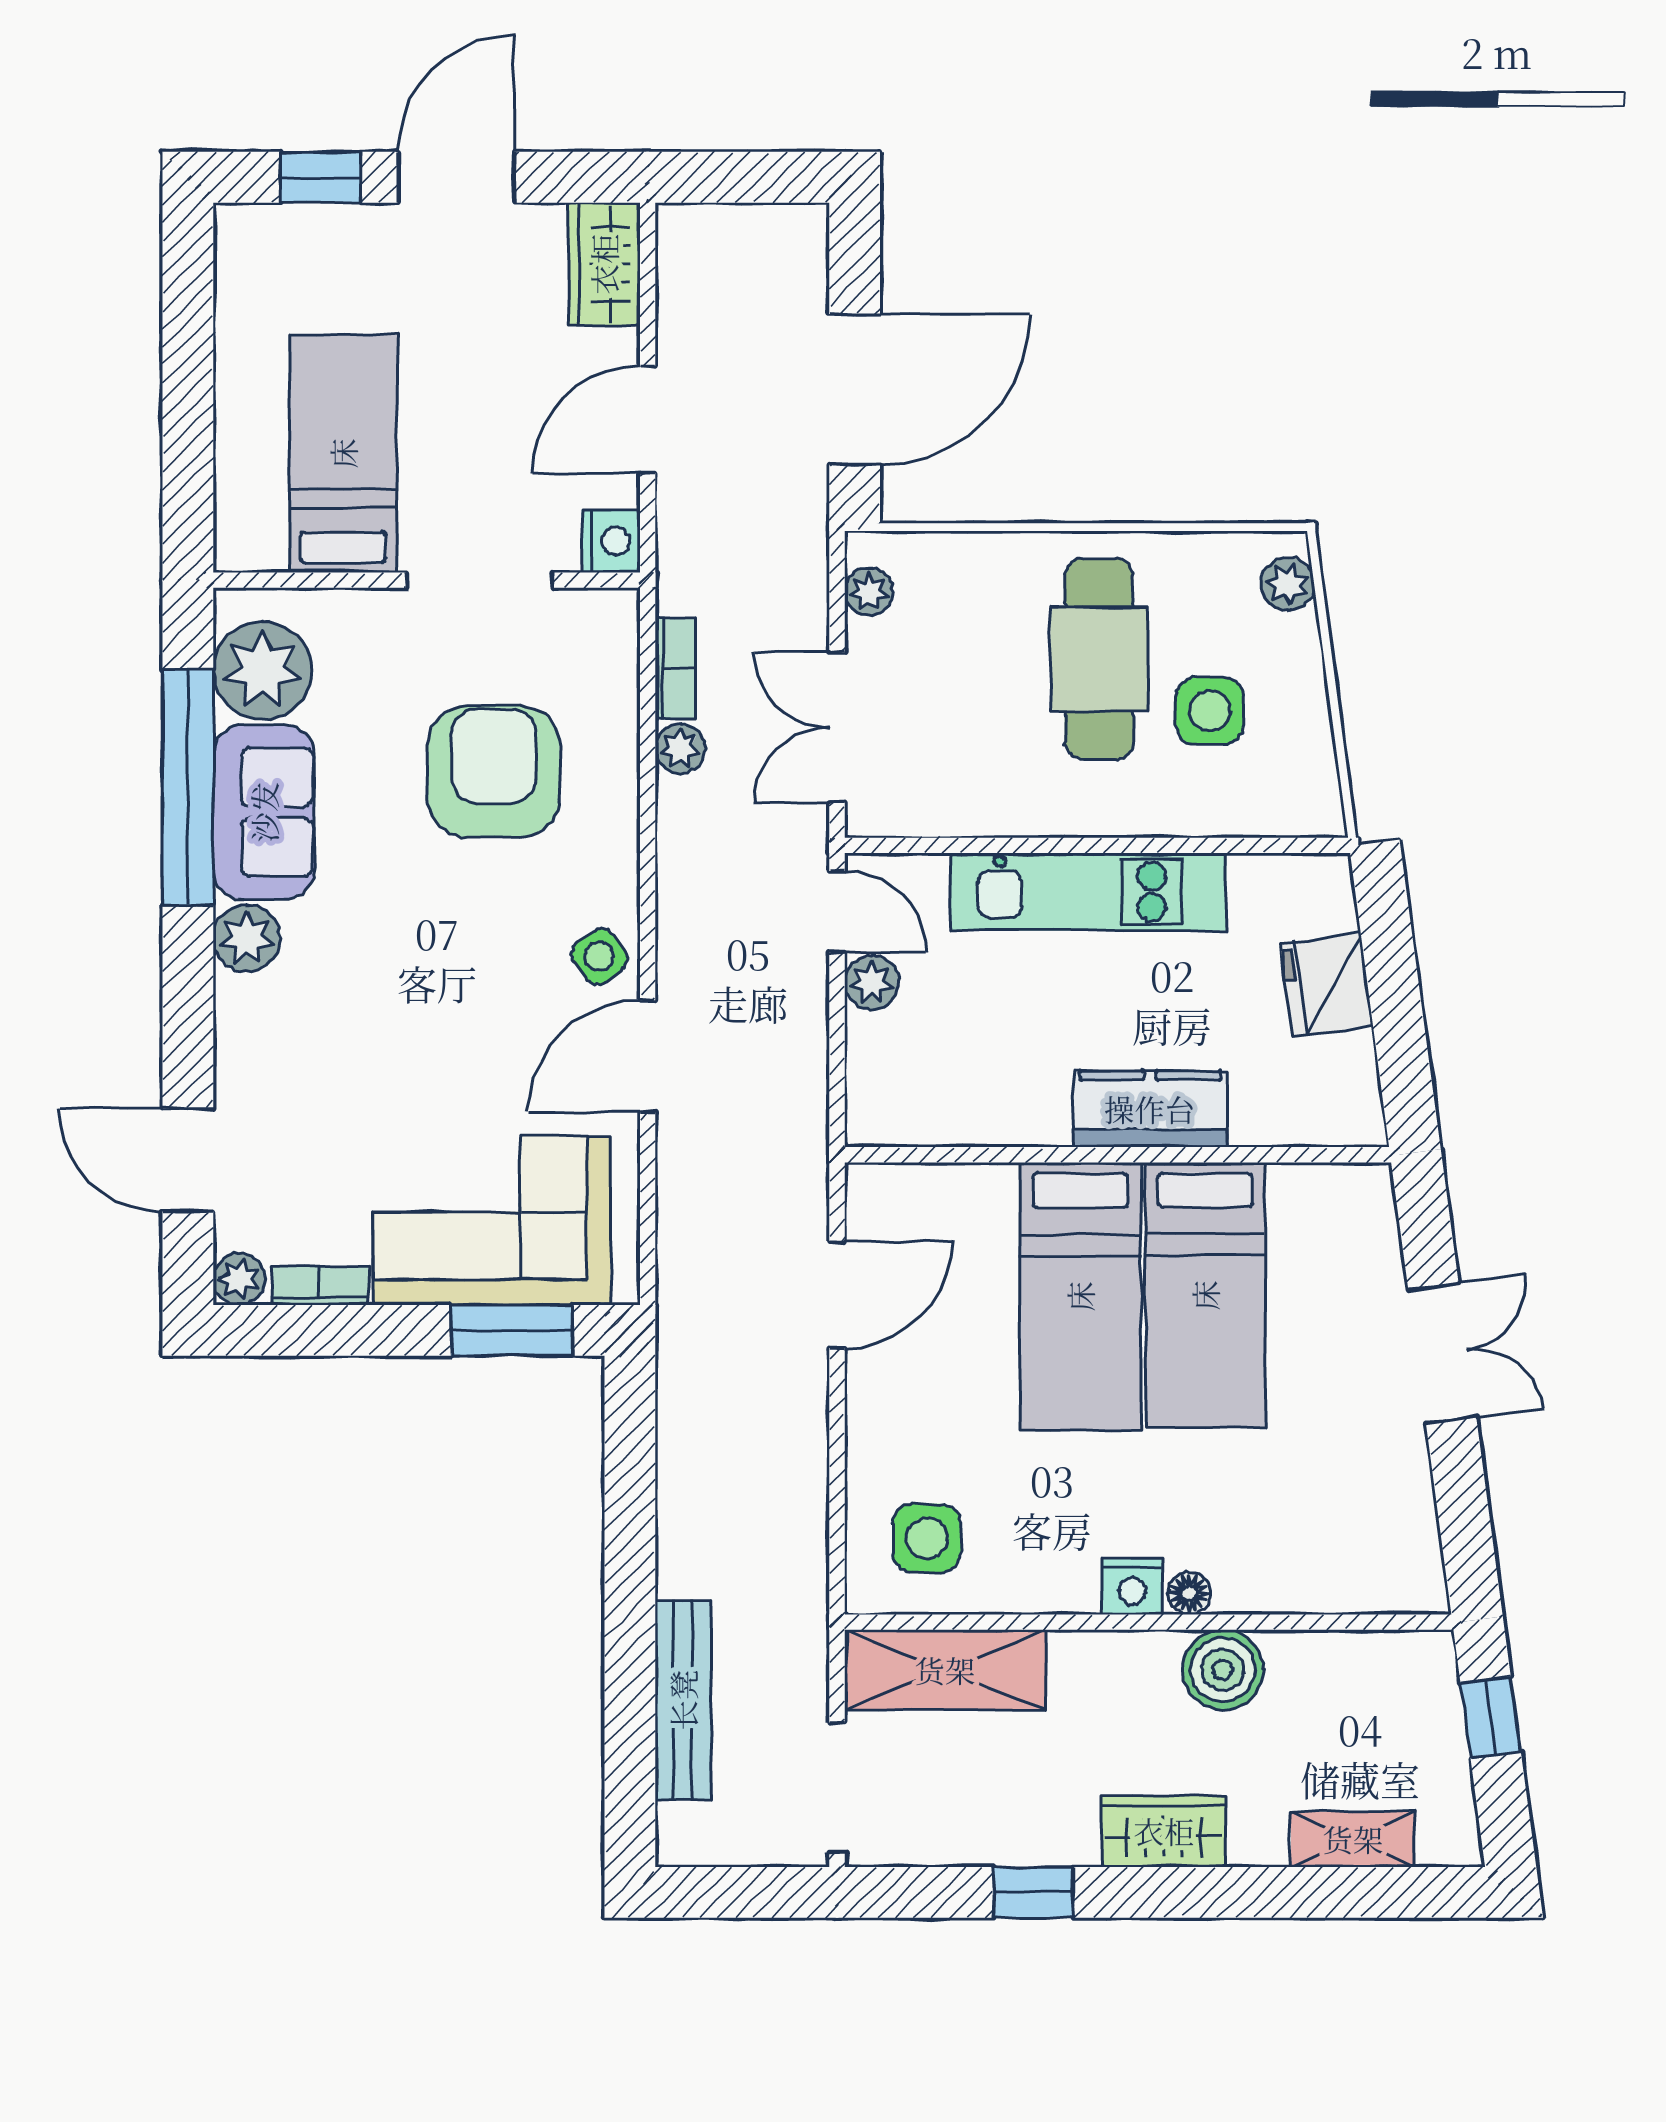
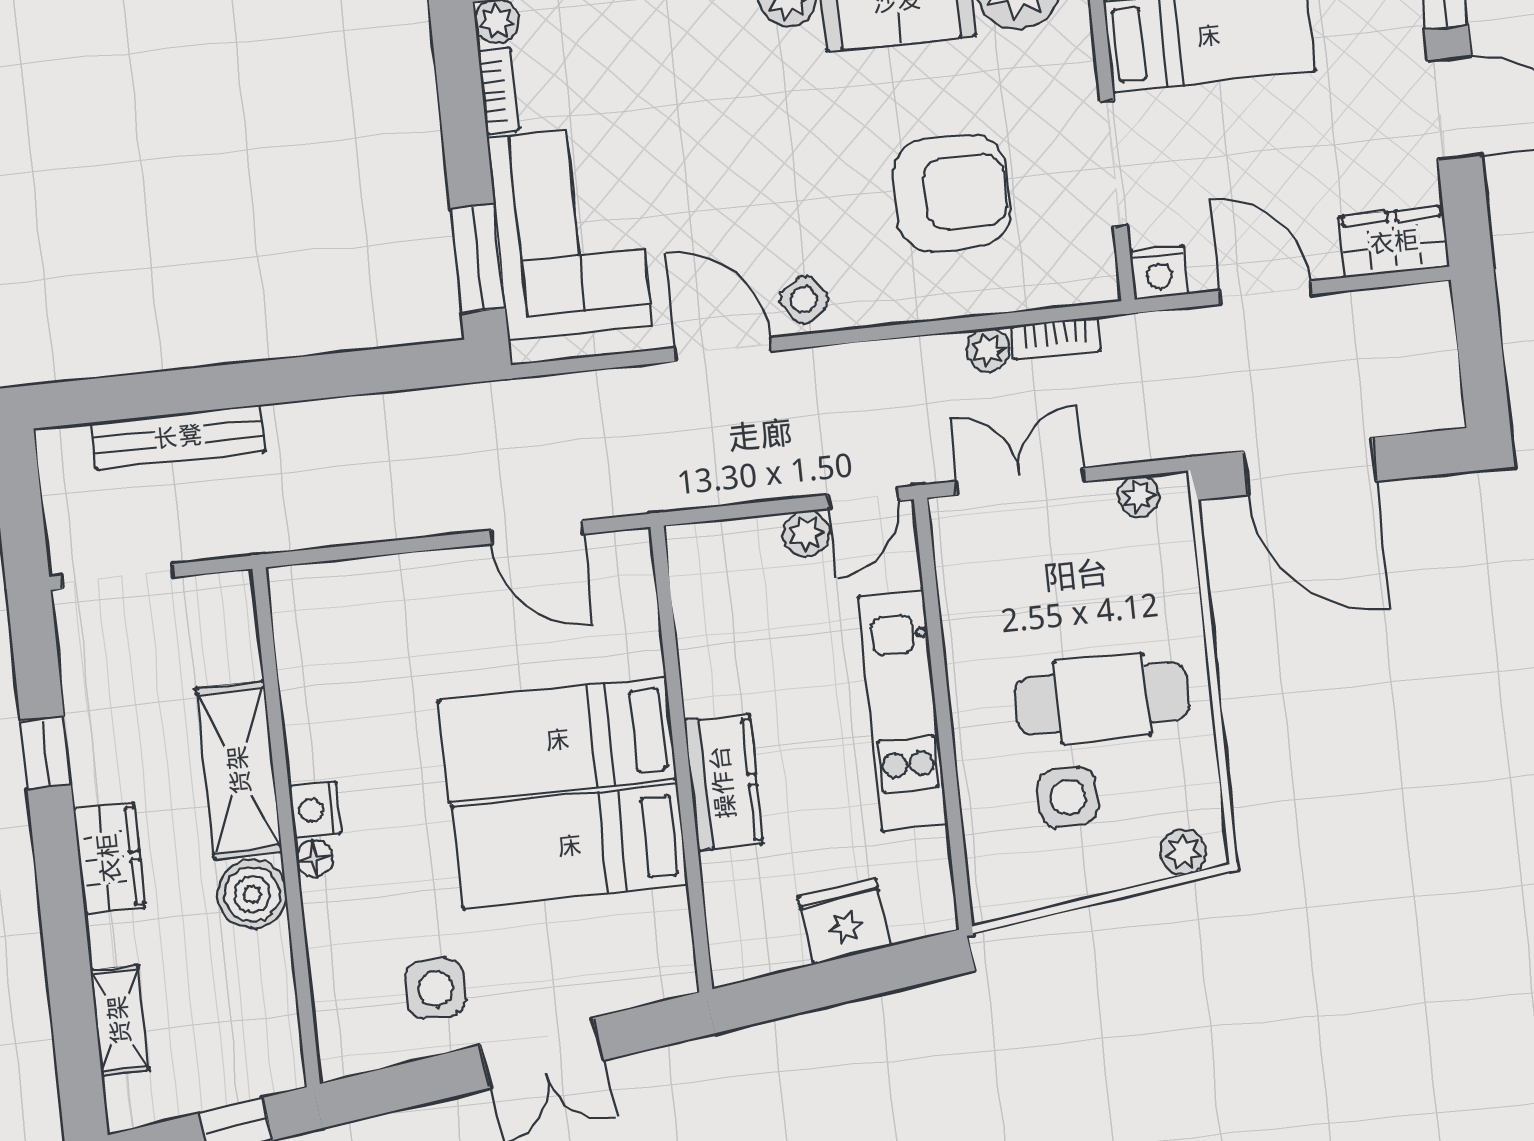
side table: (927, 1538) -> (435, 989), moved
shelving: (945, 1670) -> (239, 770), moved

